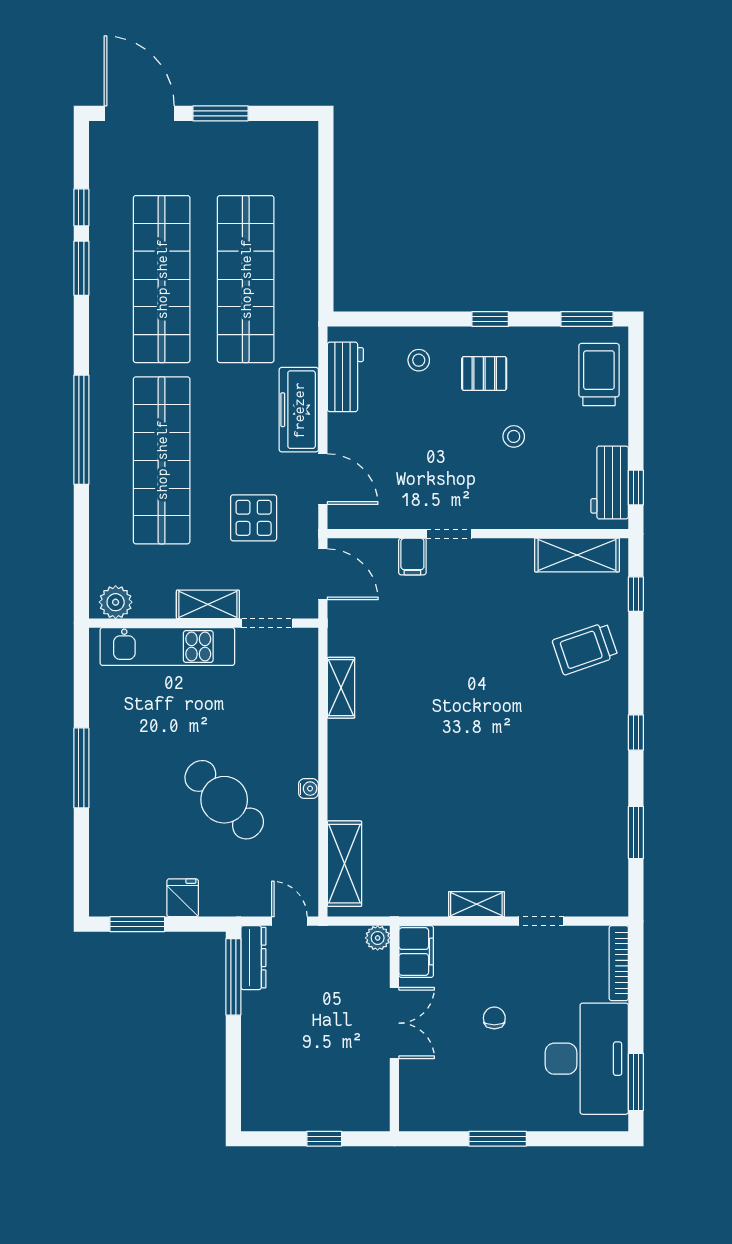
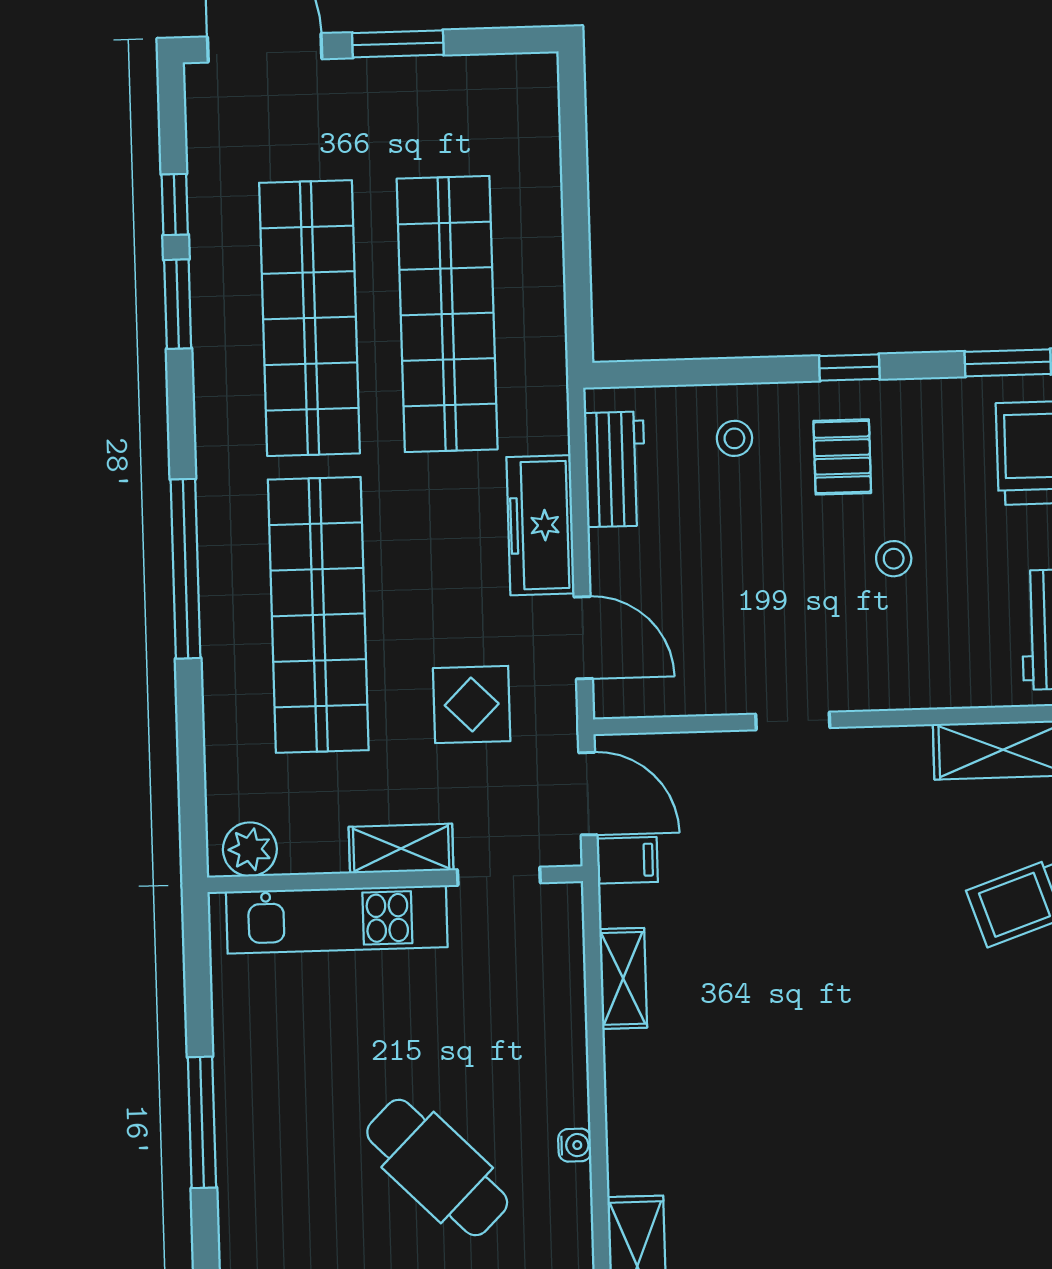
pallet: (484, 373) -> (842, 457), turned 90
filing cabinet: (412, 556) -> (627, 860), moved, turned -90

